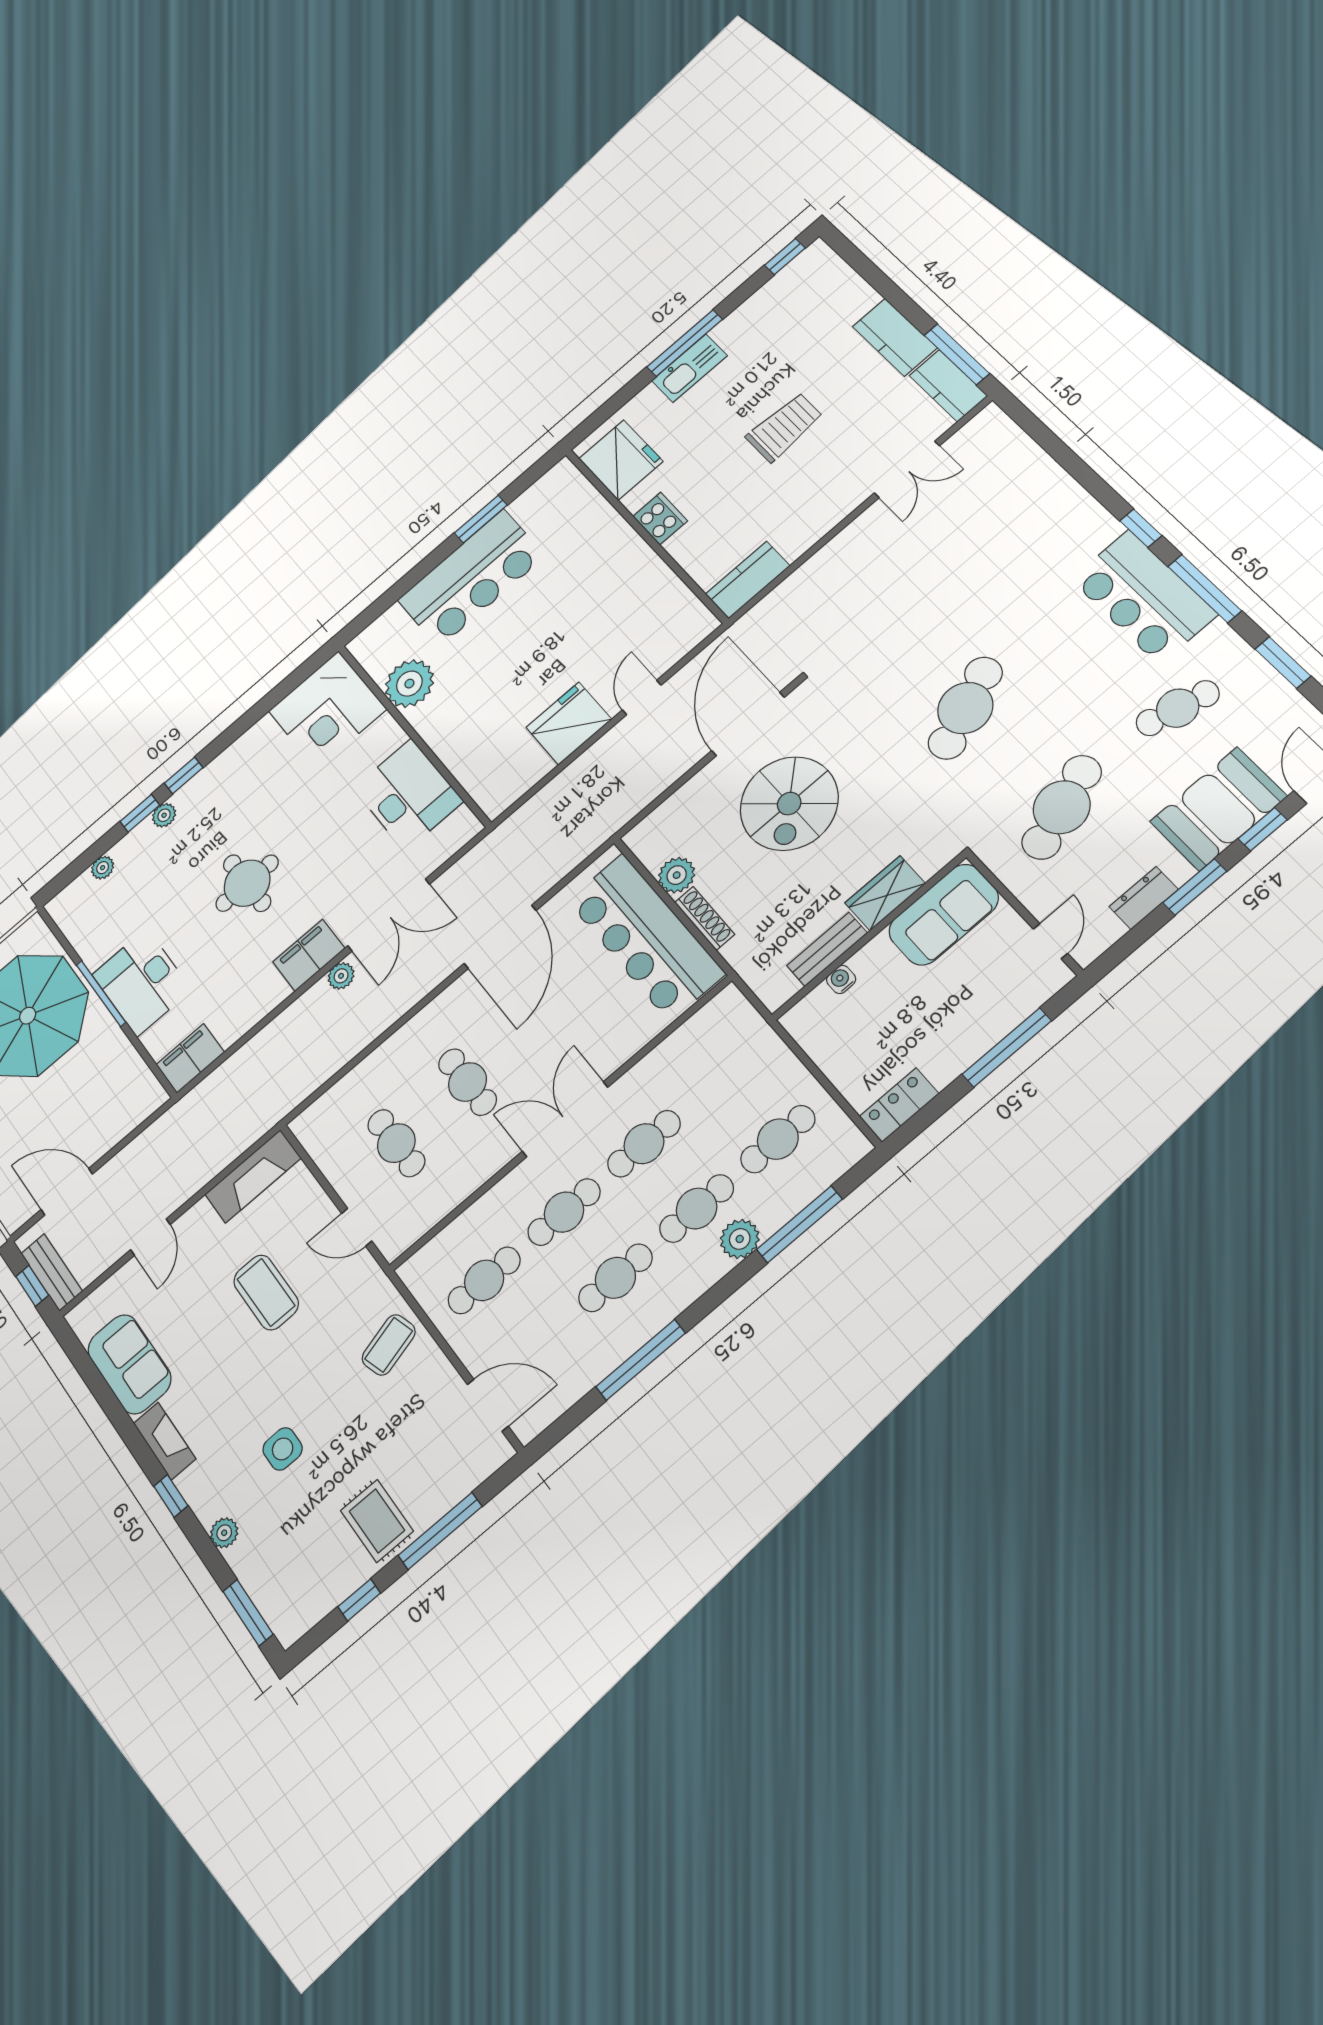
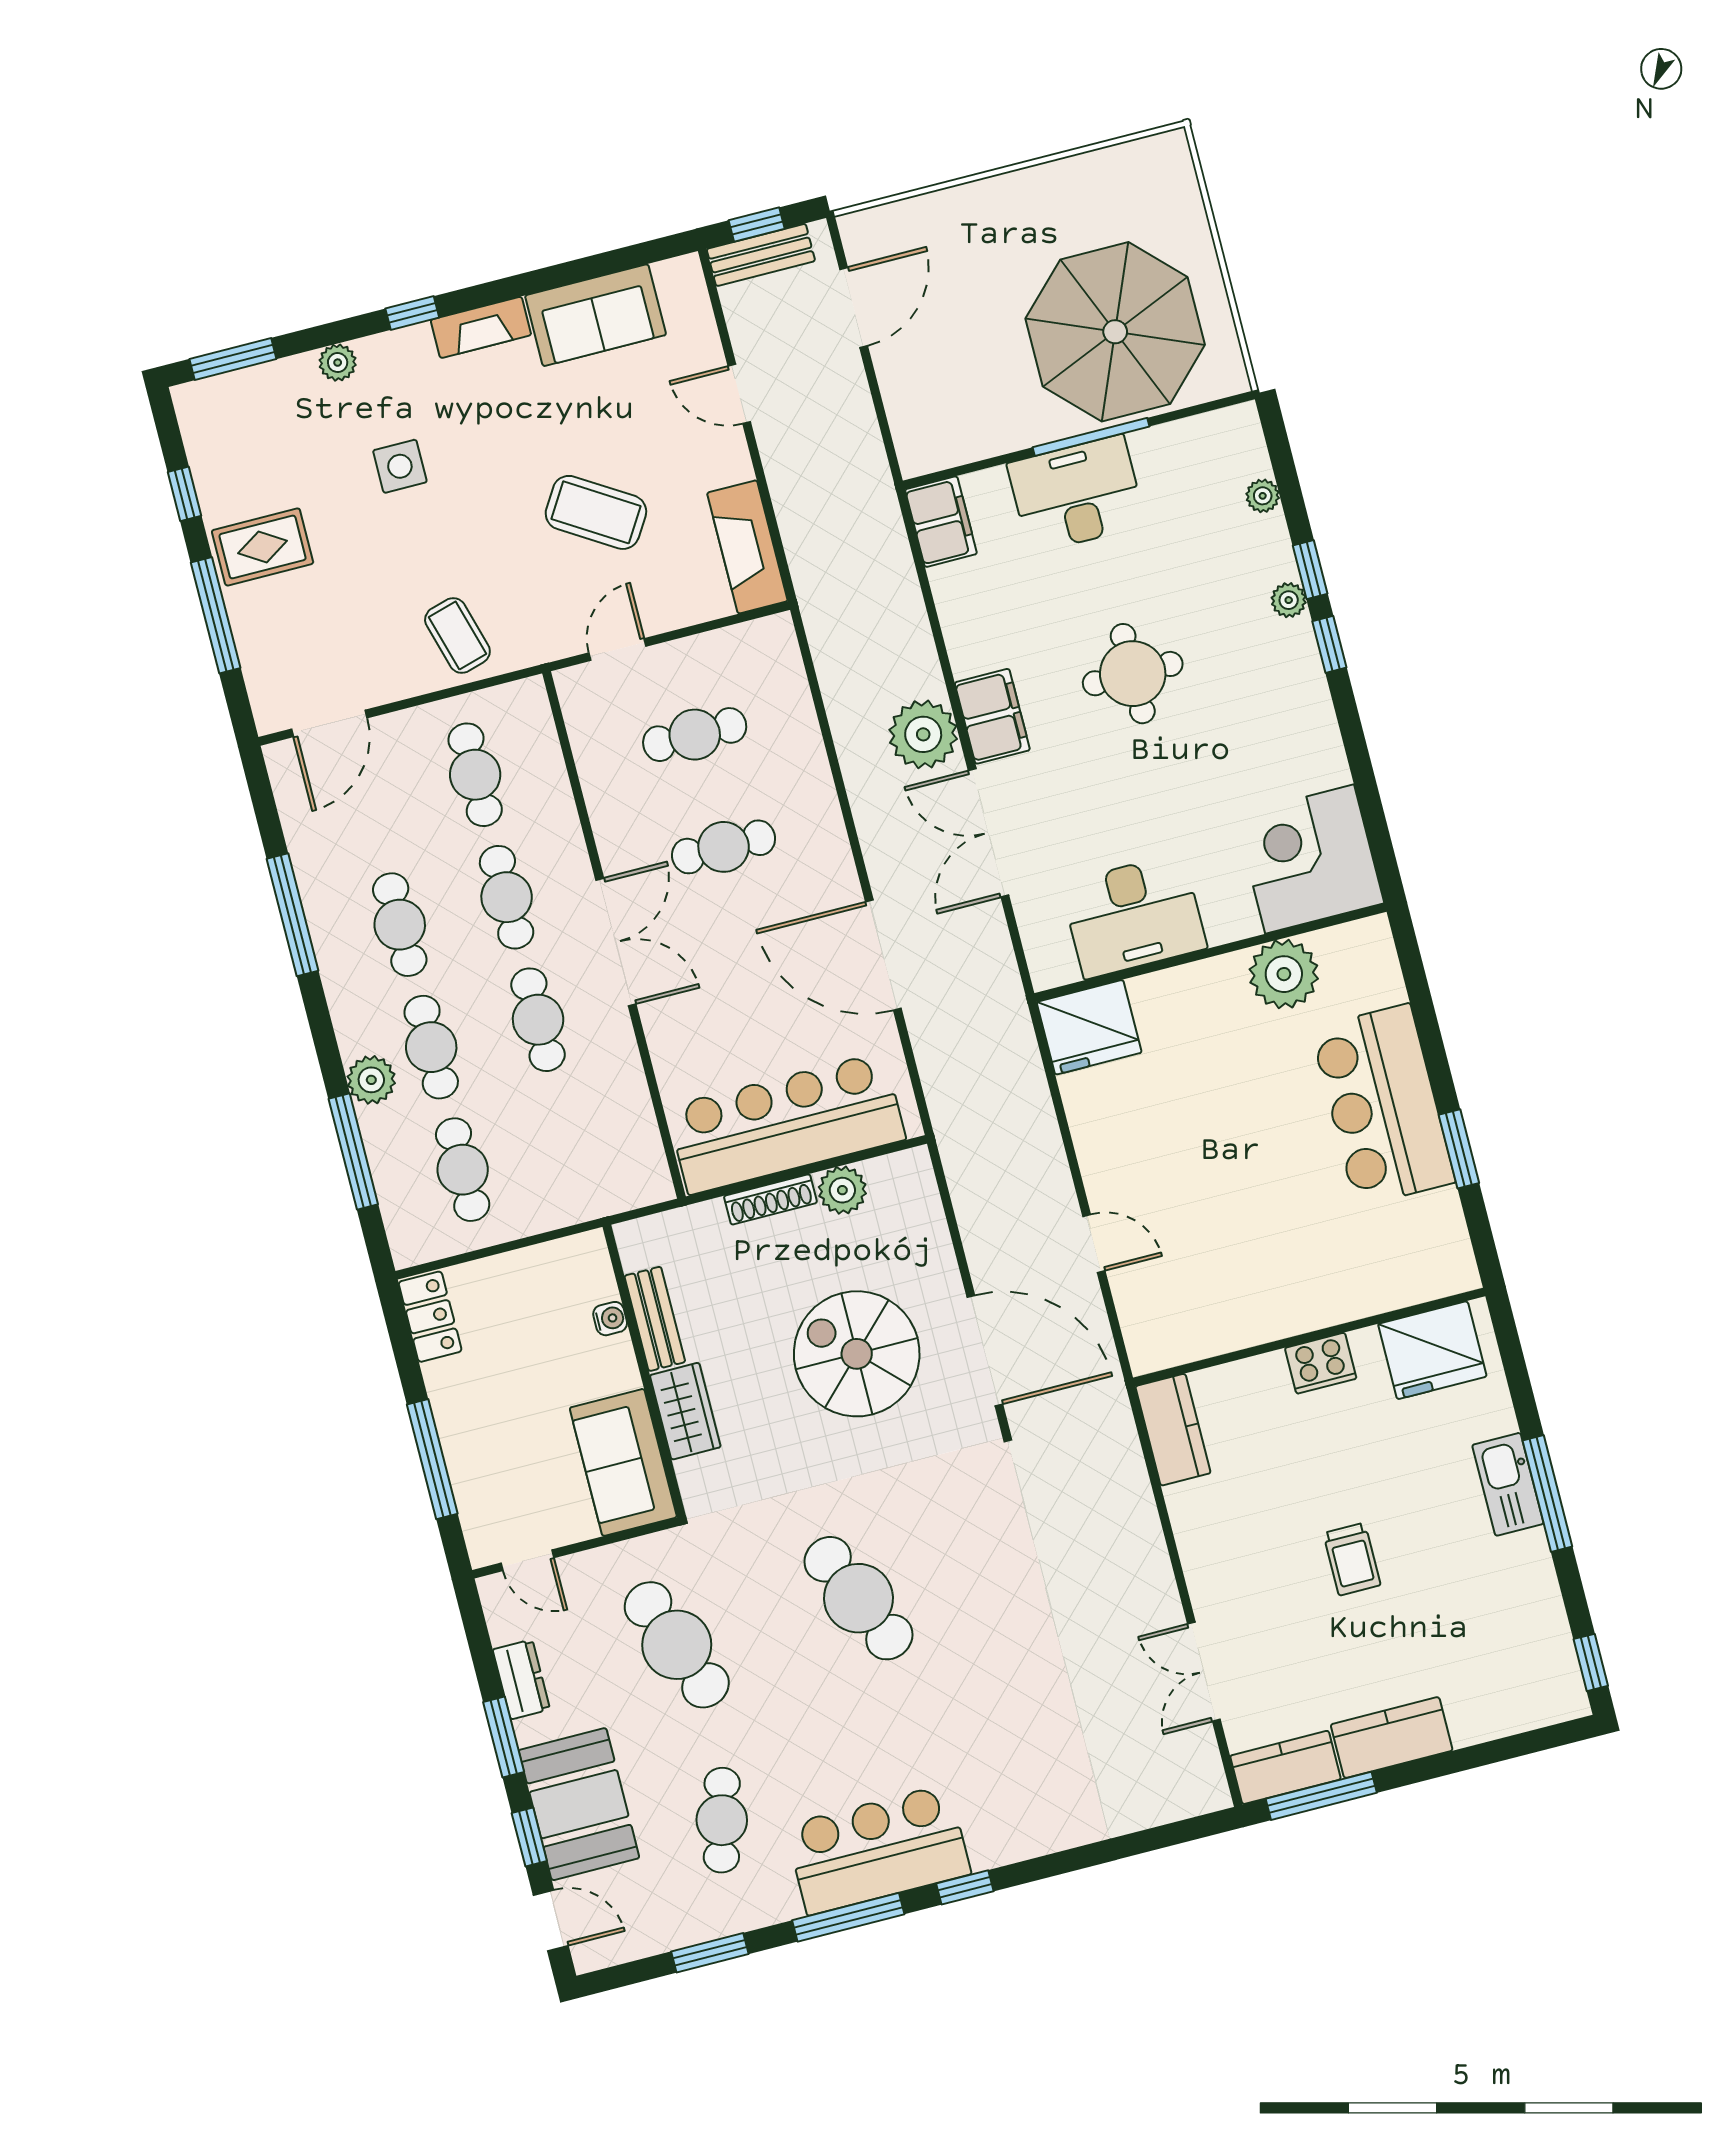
trolley: (784, 427) -> (1352, 1559), width x0.73, depth x0.72
fridge: (569, 723) -> (1089, 1027), moved, turned 90
plant: (341, 976) -> (923, 734), width x1.88, depth x1.88
coffee table: (266, 1292) -> (596, 512), turned 32

